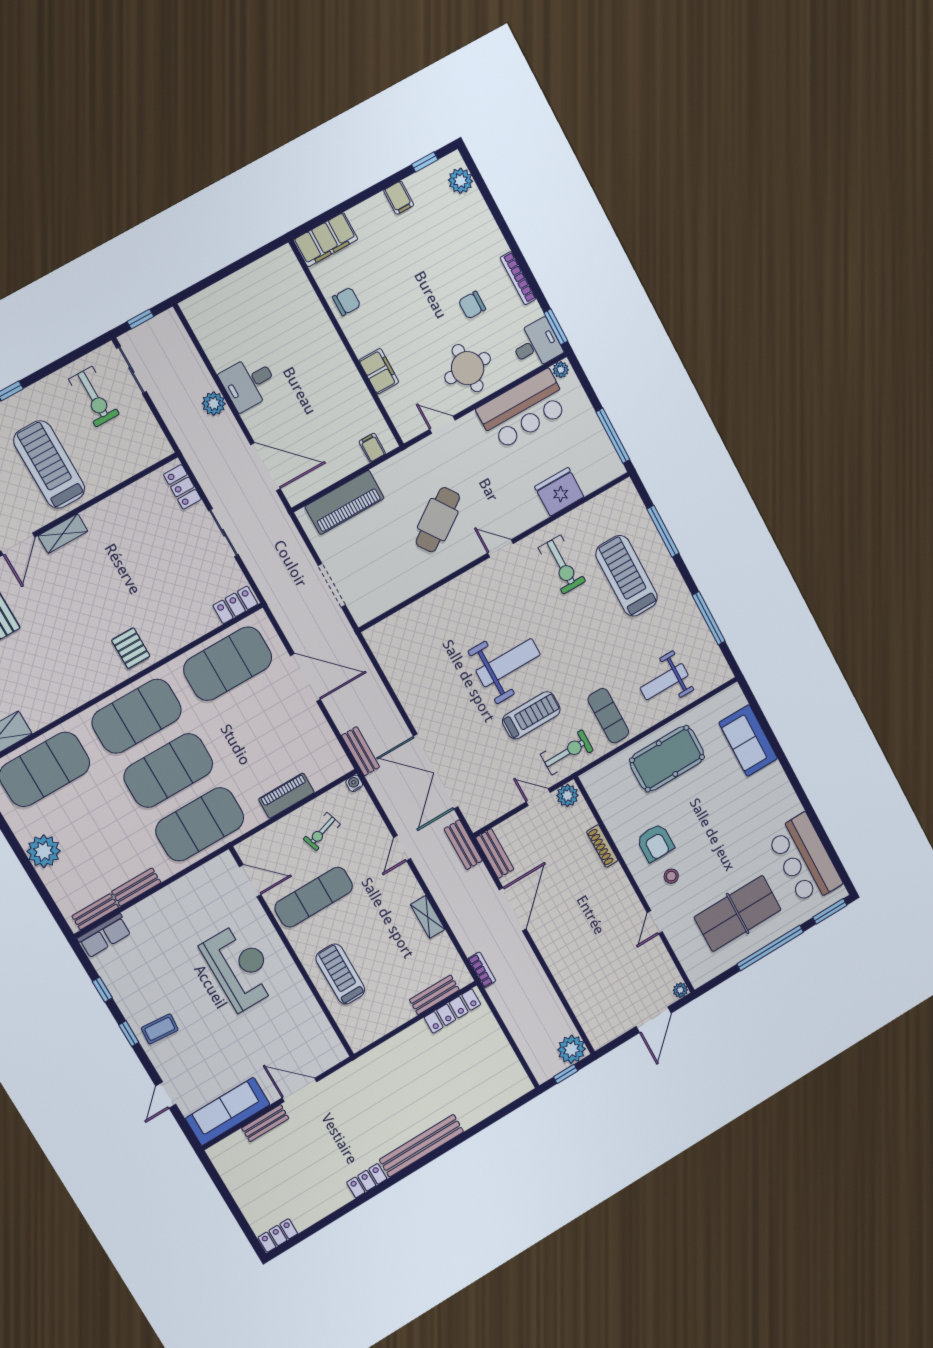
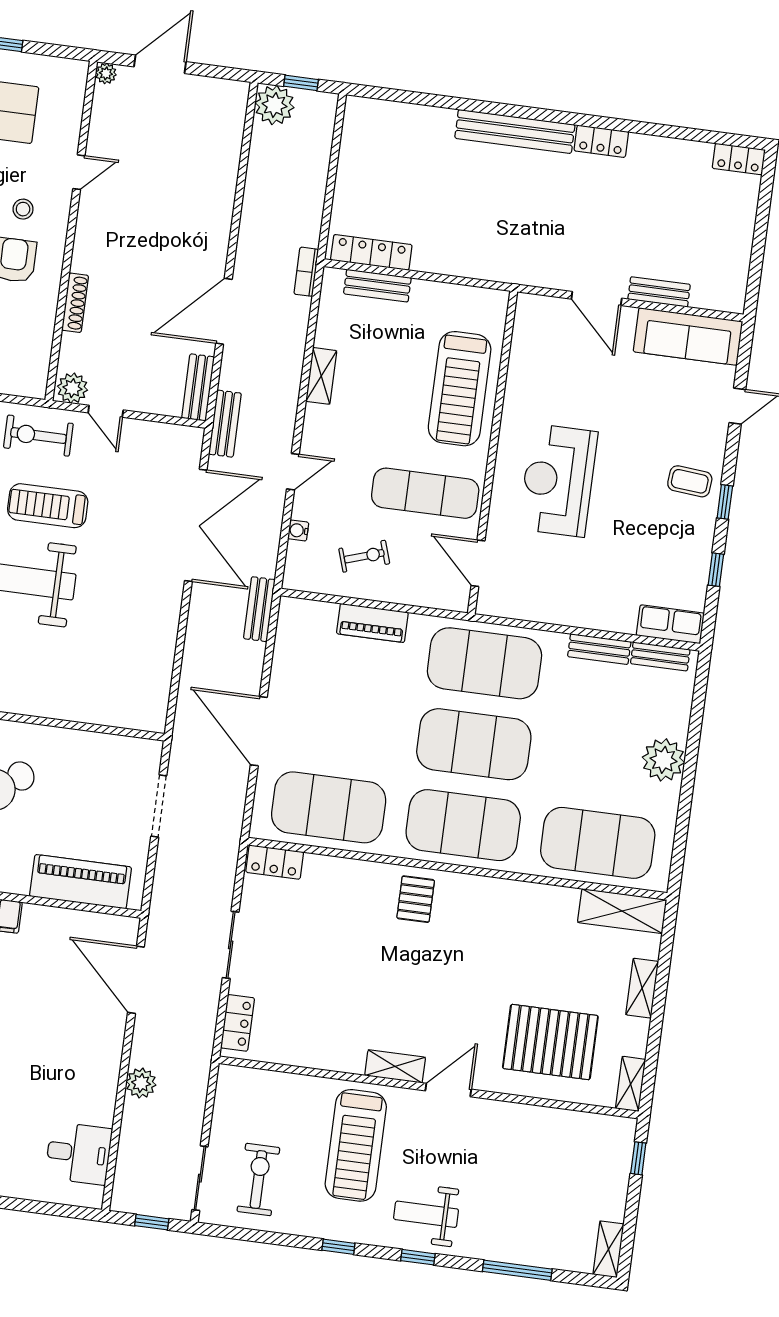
desk: (249, 383) -> (79, 1153), moved
water cooler: (354, 783) -> (298, 530), moved, turned 90
treadmill: (340, 974) -> (460, 389), width x1.37, depth x1.37

